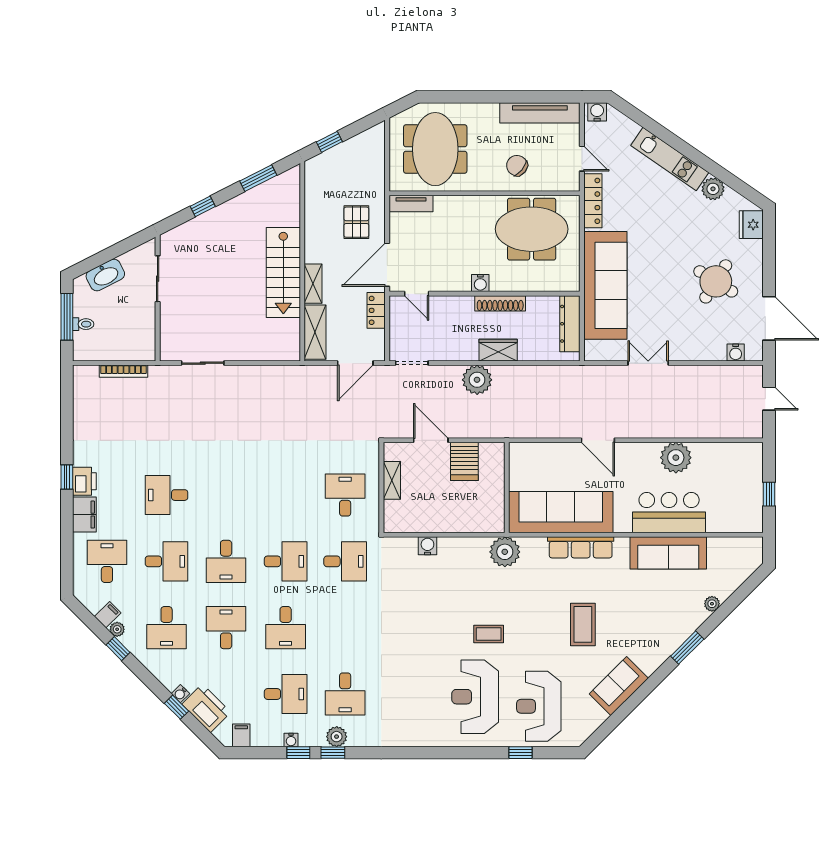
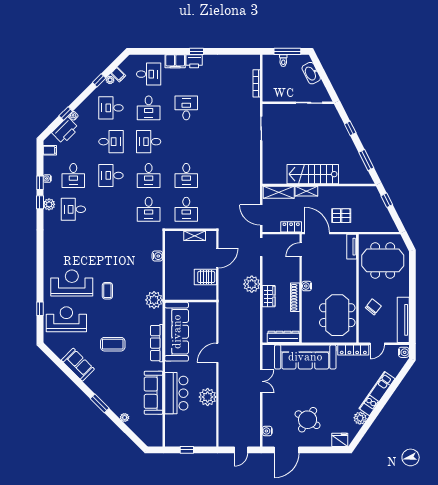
desk: (286, 495) -> (186, 175), added
desk: (345, 495) -> (186, 209), turned 90

